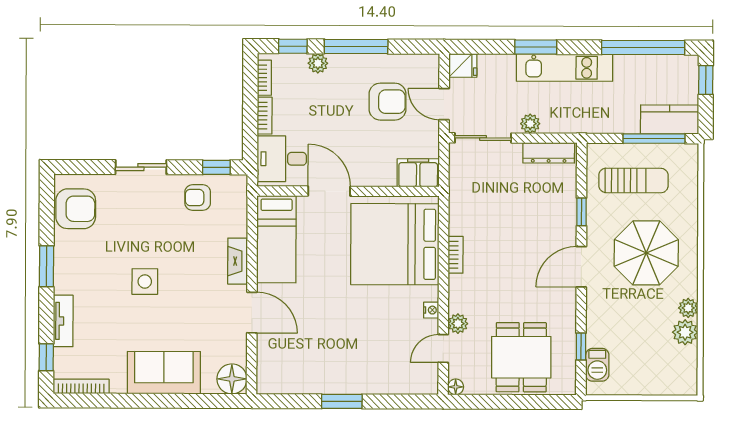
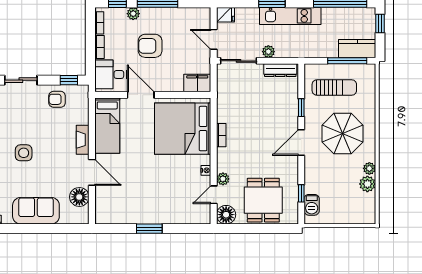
armchair: (387, 102) -> (150, 46), moved, turned 180
floor lamp: (232, 379) -> (79, 197), moved
floor lamp: (456, 387) -> (226, 215), width x1.89, depth x1.89

